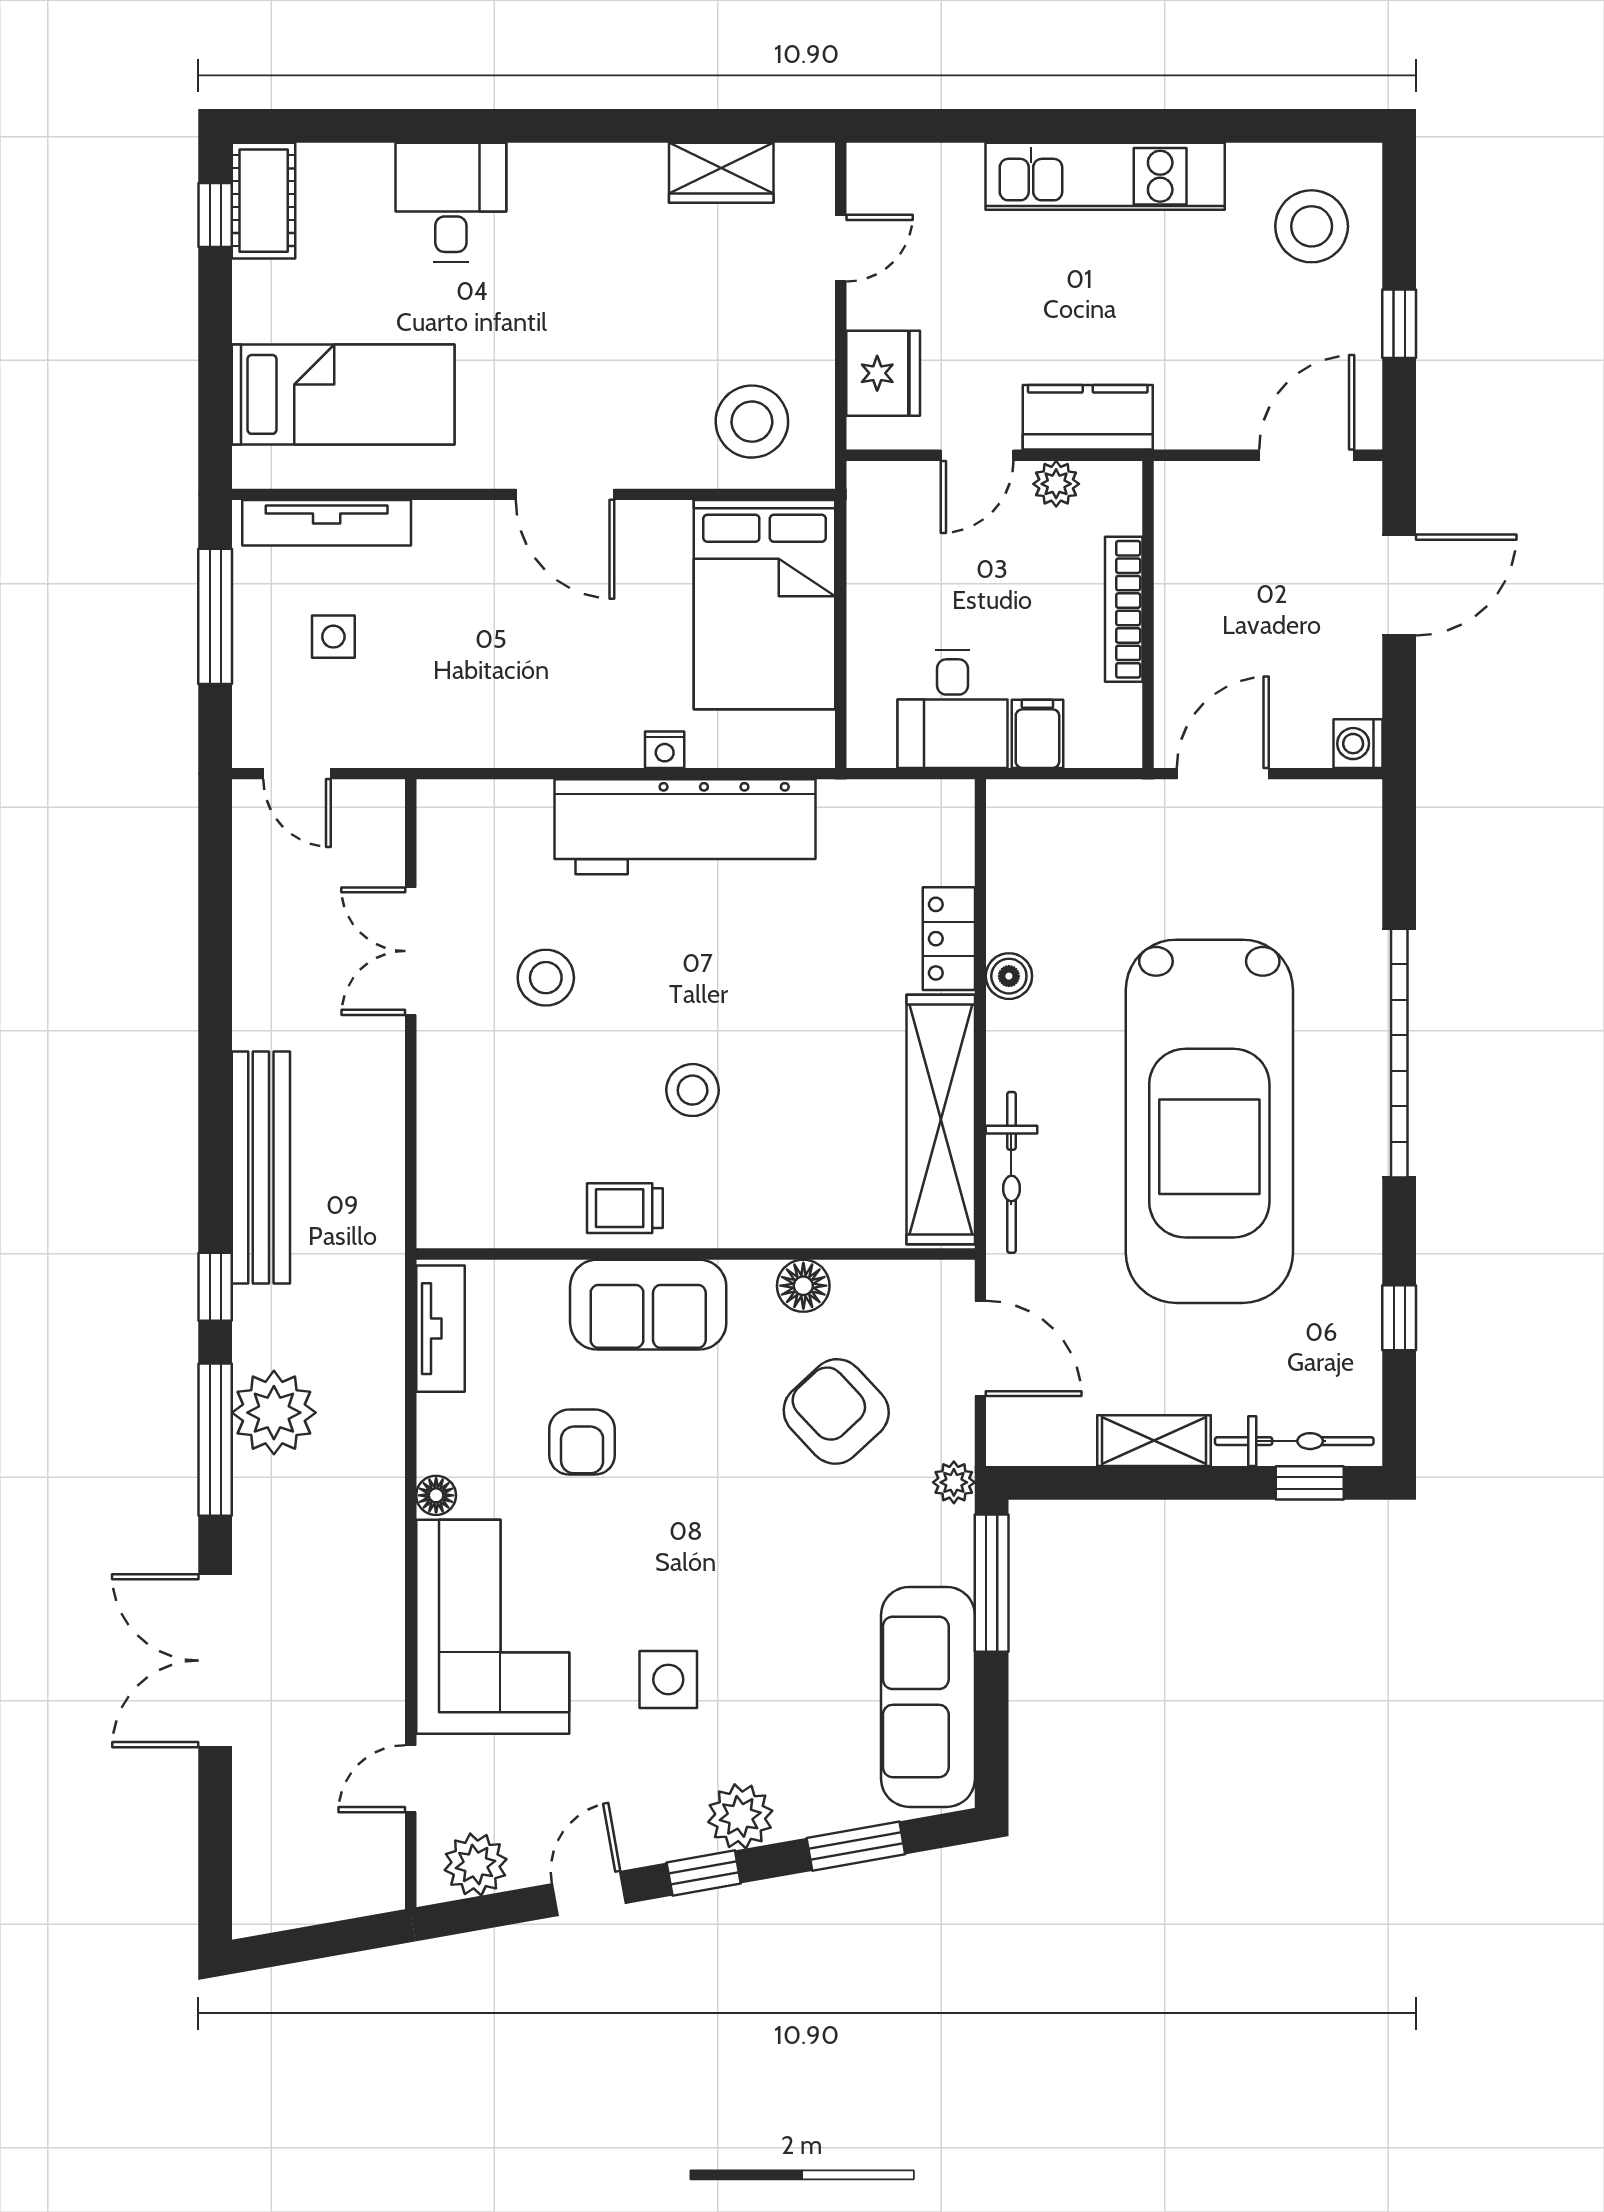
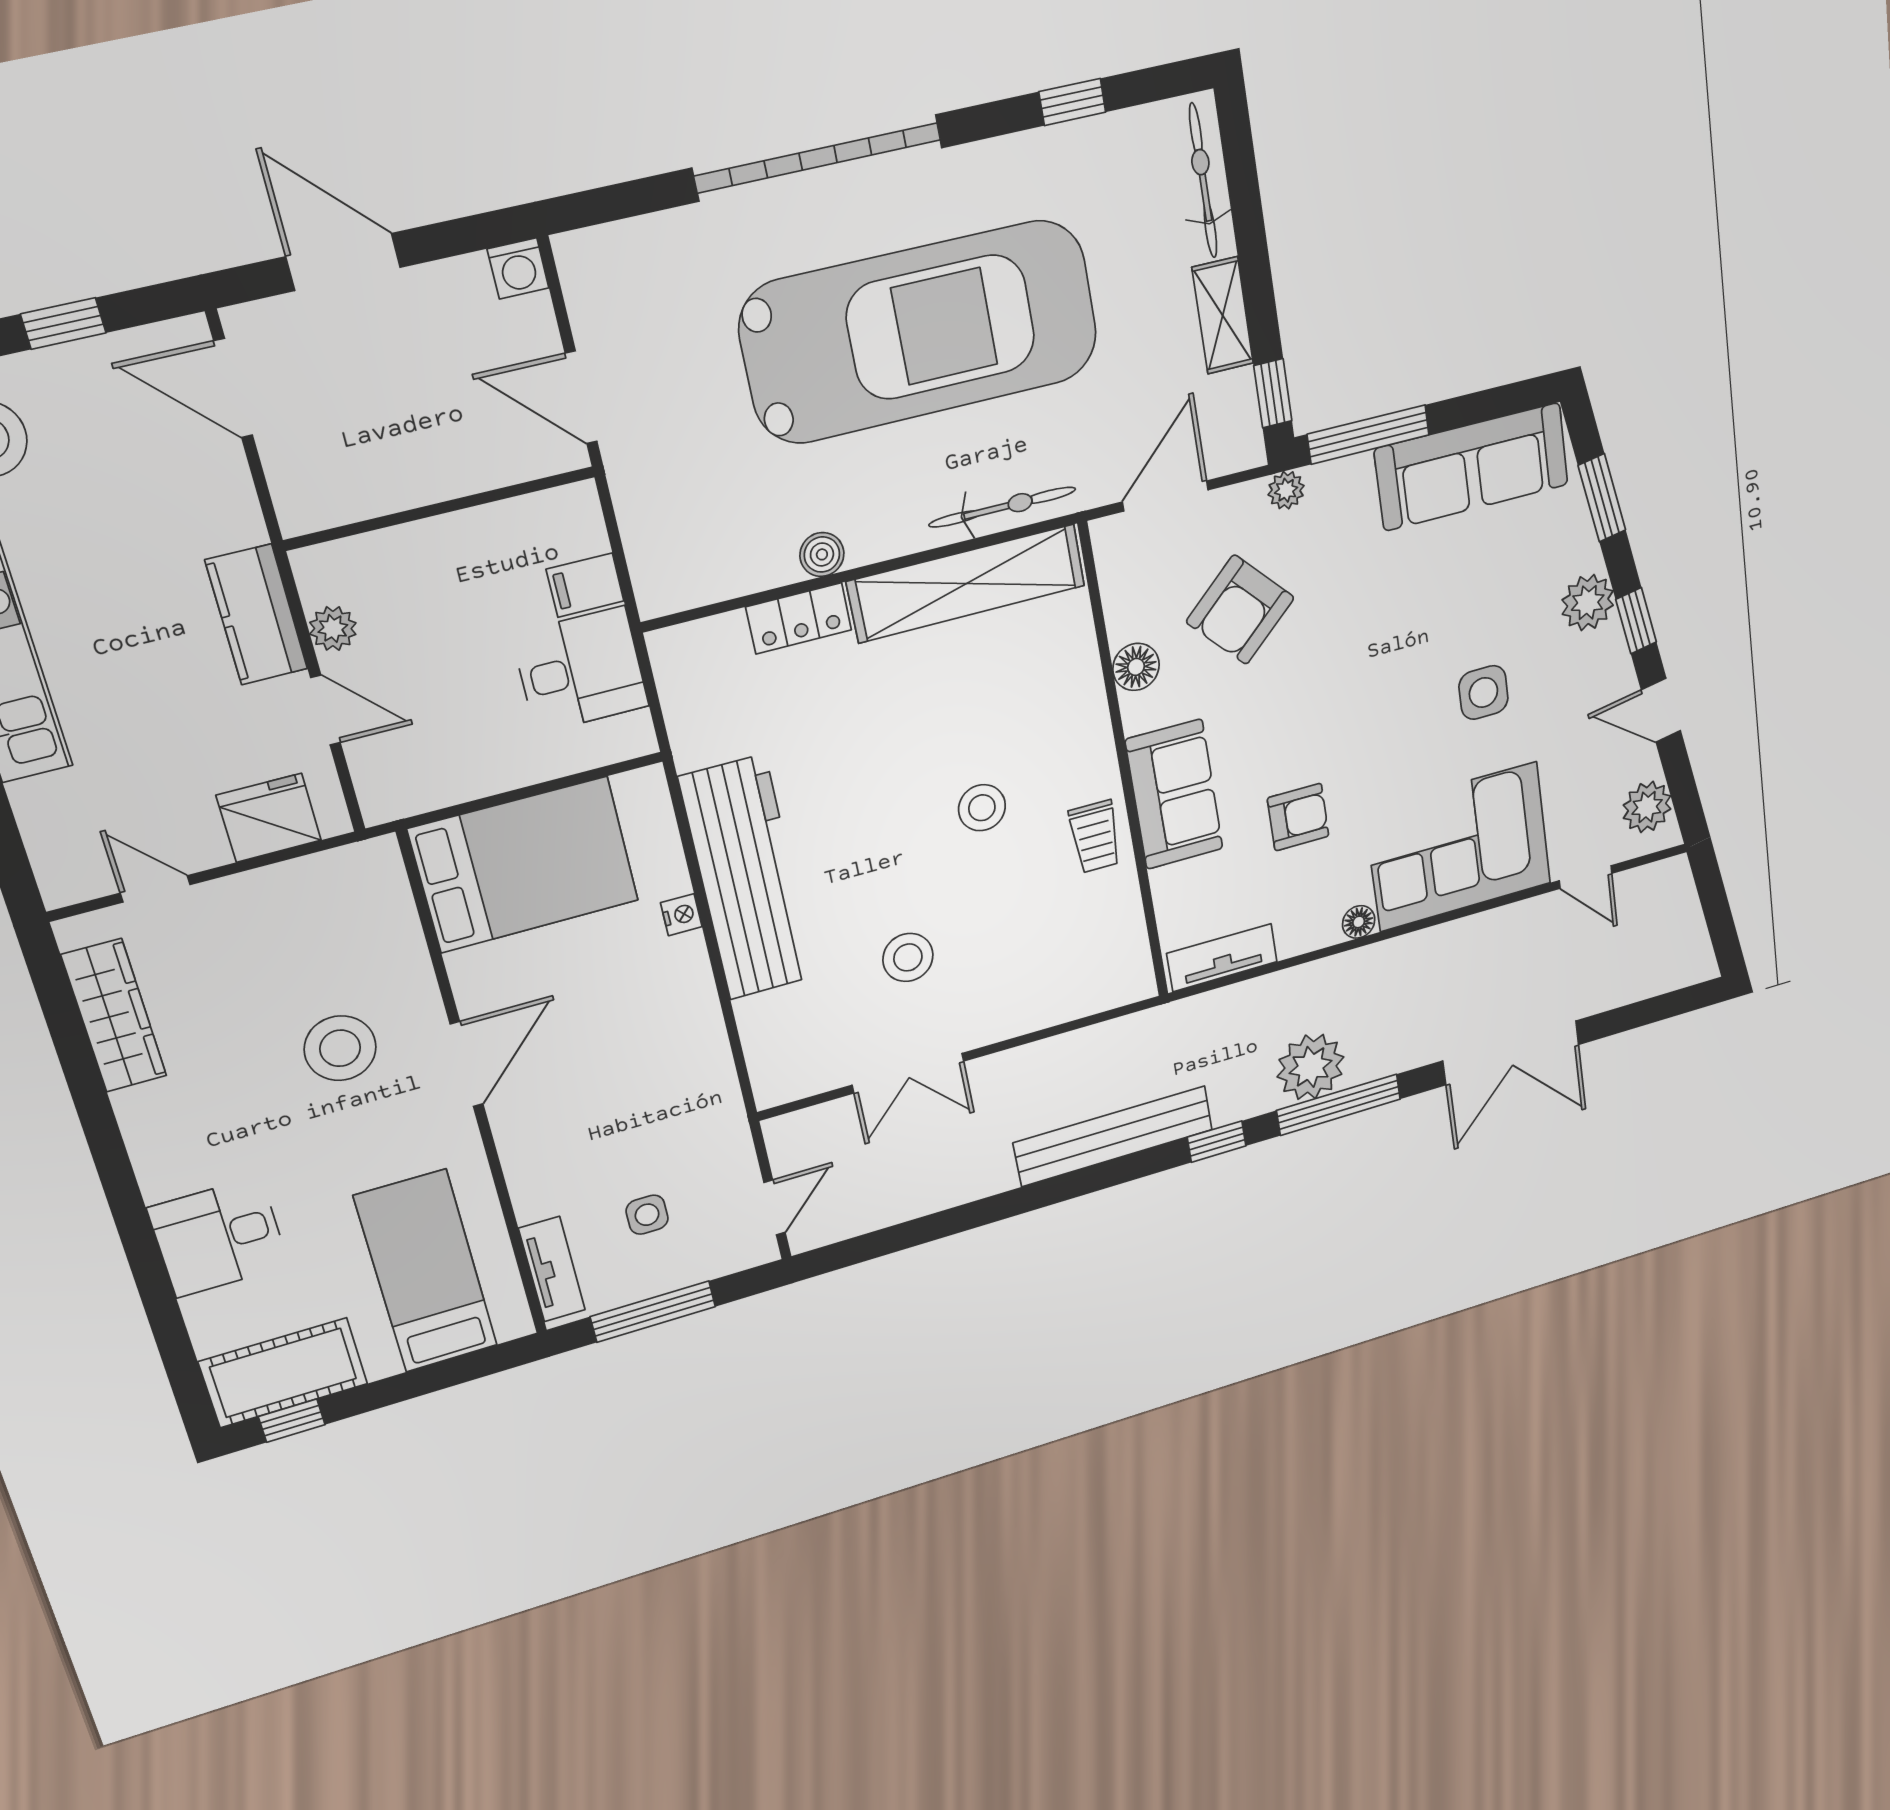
wardrobe: (721, 173) -> (114, 1016), width x1.50
cot: (264, 201) -> (283, 1373), width x1.37, depth x1.34
stool: (752, 422) -> (340, 1048), moved
tv unit: (327, 523) -> (552, 1269), width x0.71
bookcase: (1124, 609) -> (441, 533), removed
window: (1310, 1483) -> (1273, 393), moved

